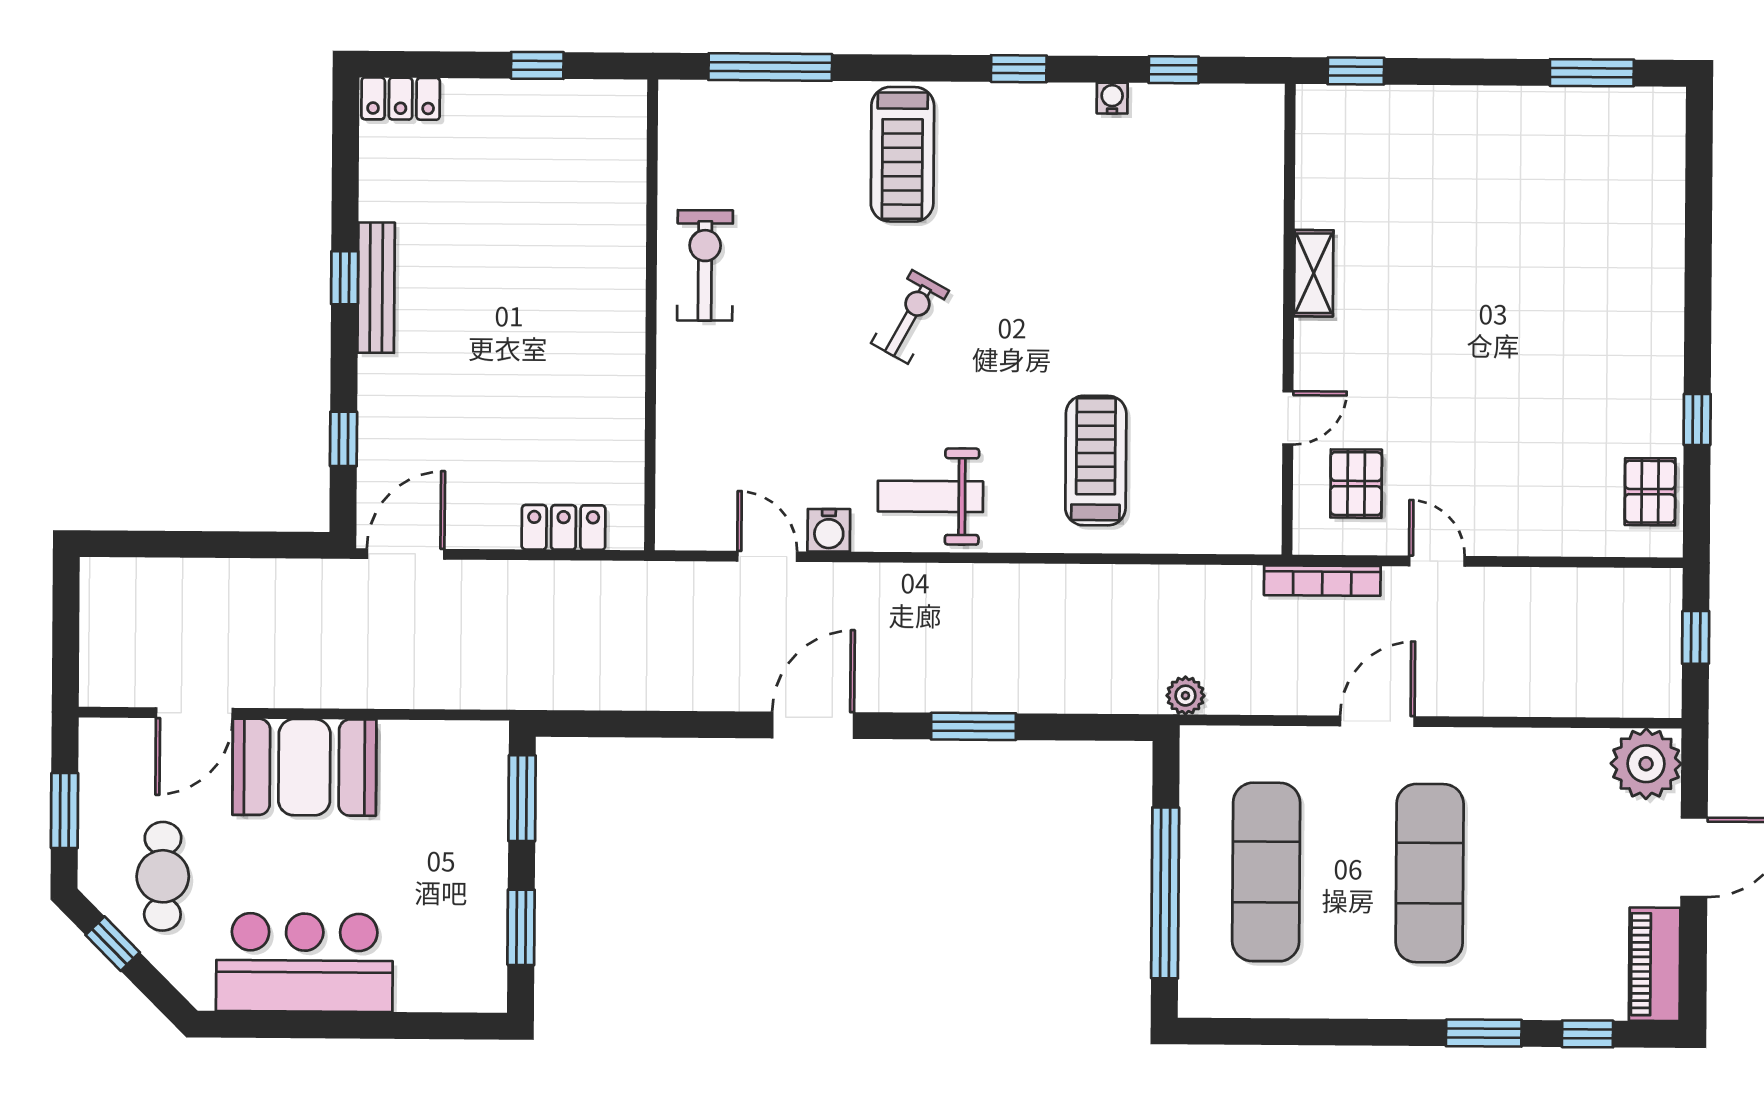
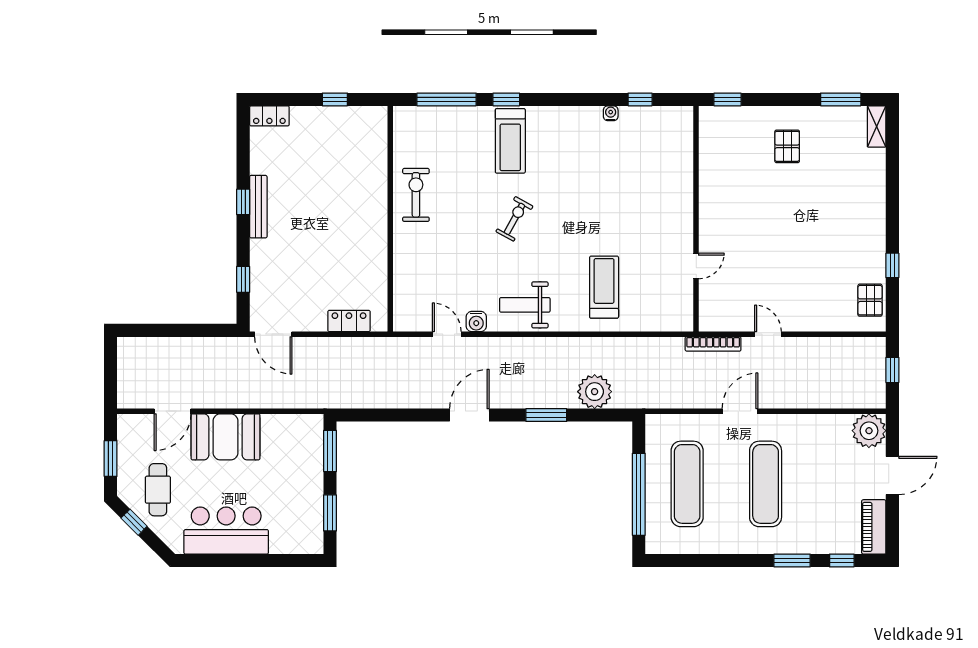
window: (1019, 69) -> (506, 99), moved
shelving: (1314, 273) -> (877, 127), moved
pallet: (1356, 484) -> (787, 146), moved
door: (406, 554) -> (273, 334), swing flipped
plant: (1185, 696) -> (595, 392), moved, width x1.87, depth x1.87

